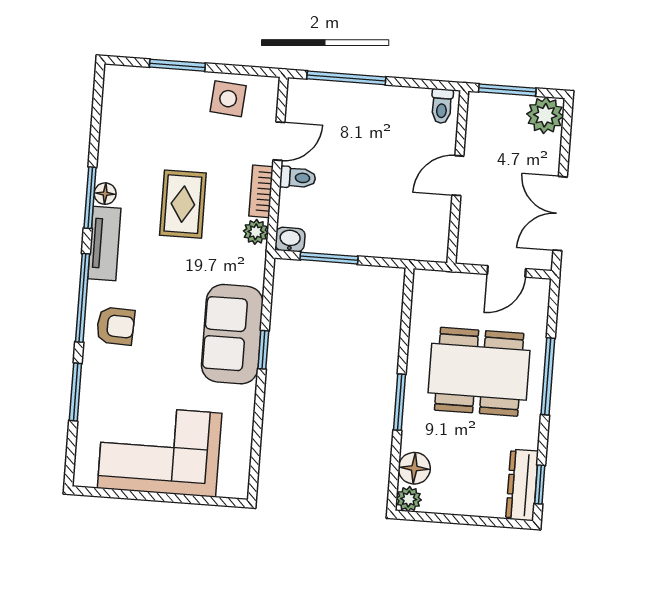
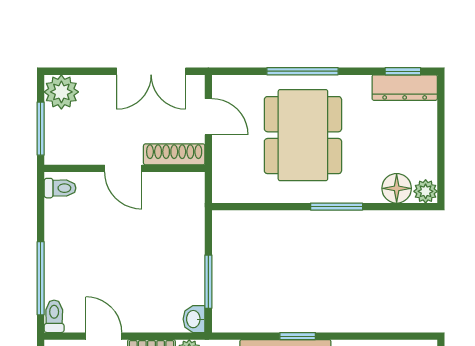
toilet: (298, 178) -> (54, 316), moved
shoe rack: (469, 232) -> (174, 154), added

